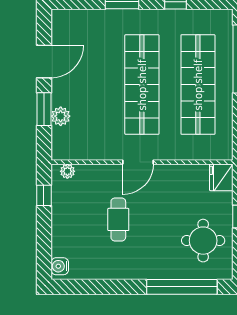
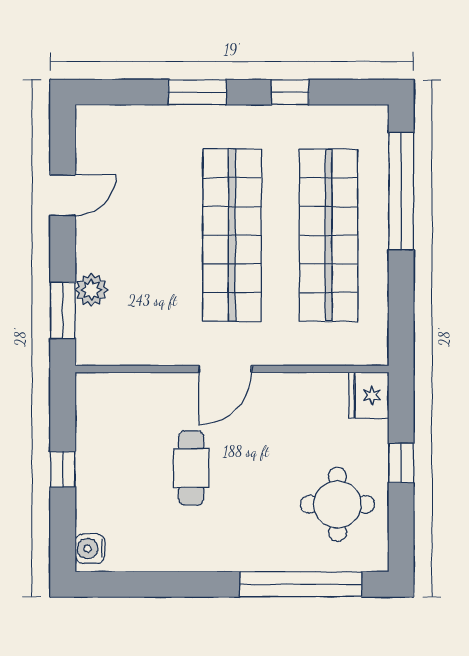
door: (44, 61) -> (63, 195), width x0.73
window: (44, 109) -> (63, 310), moved
plant: (67, 171) -> (103, 385), removed
window: (44, 195) -> (63, 469), moved

